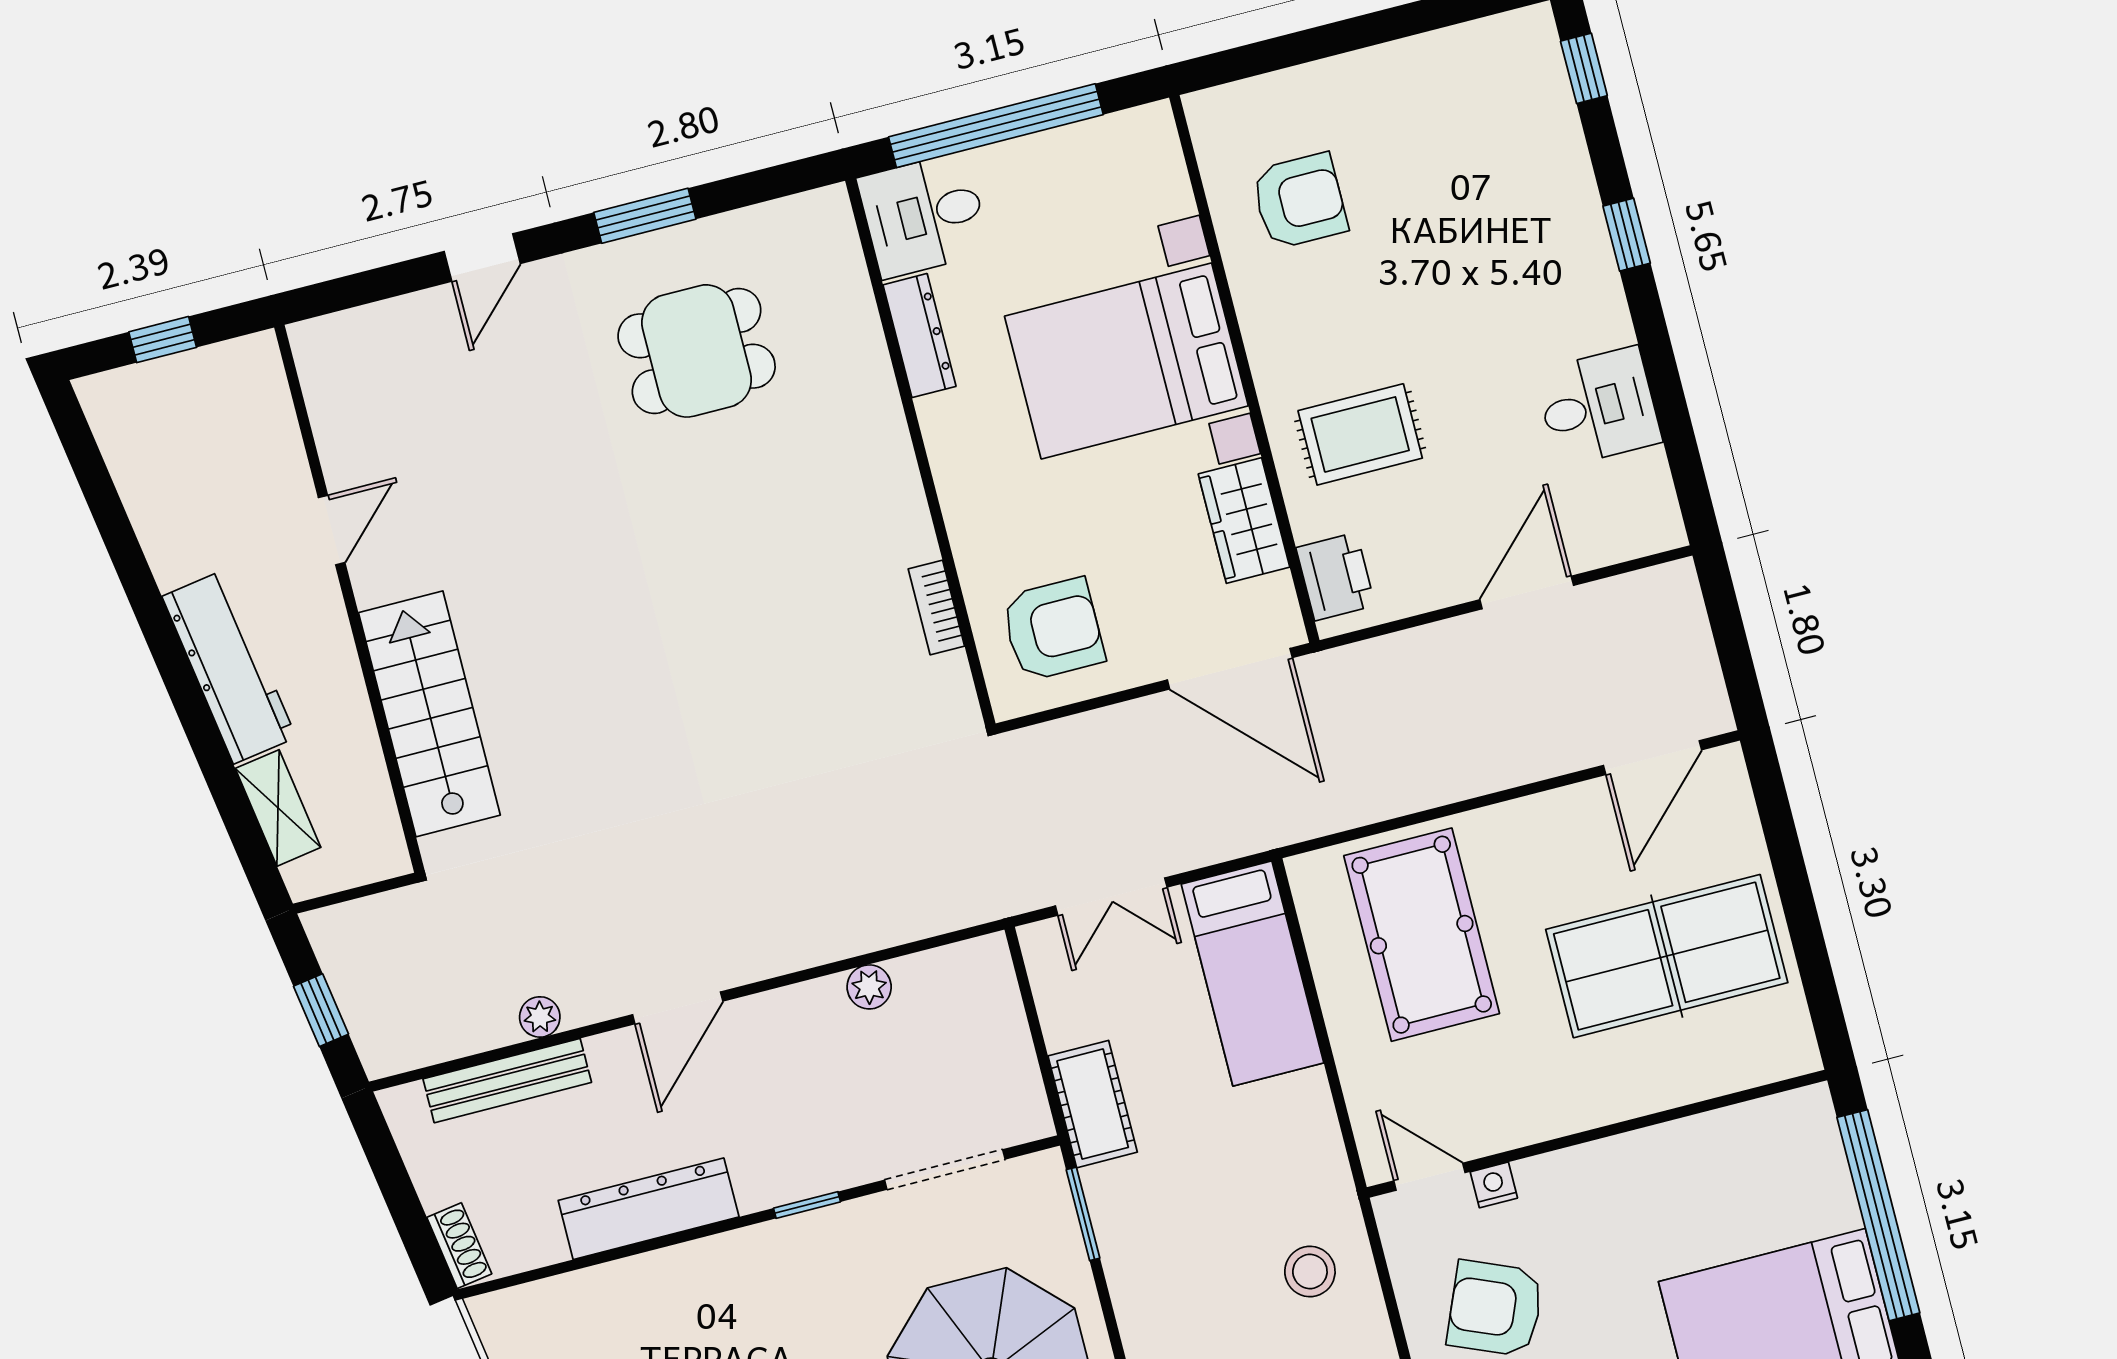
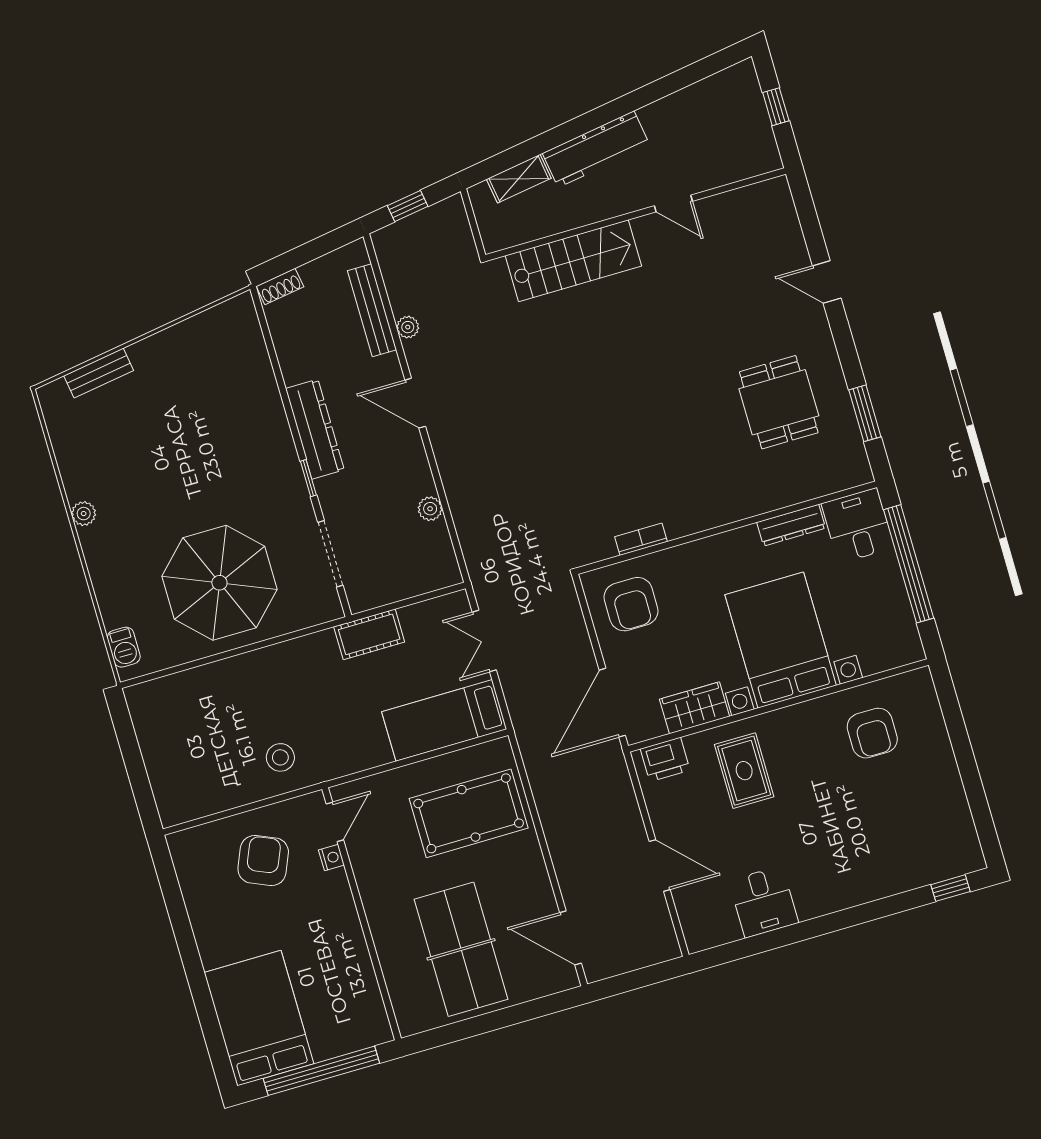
window: (645, 216) -> (865, 413), moved
window: (1627, 235) -> (859, 915), removed
dresser: (649, 1209) -> (315, 429), moved
window: (1083, 1214) -> (308, 631), removed

